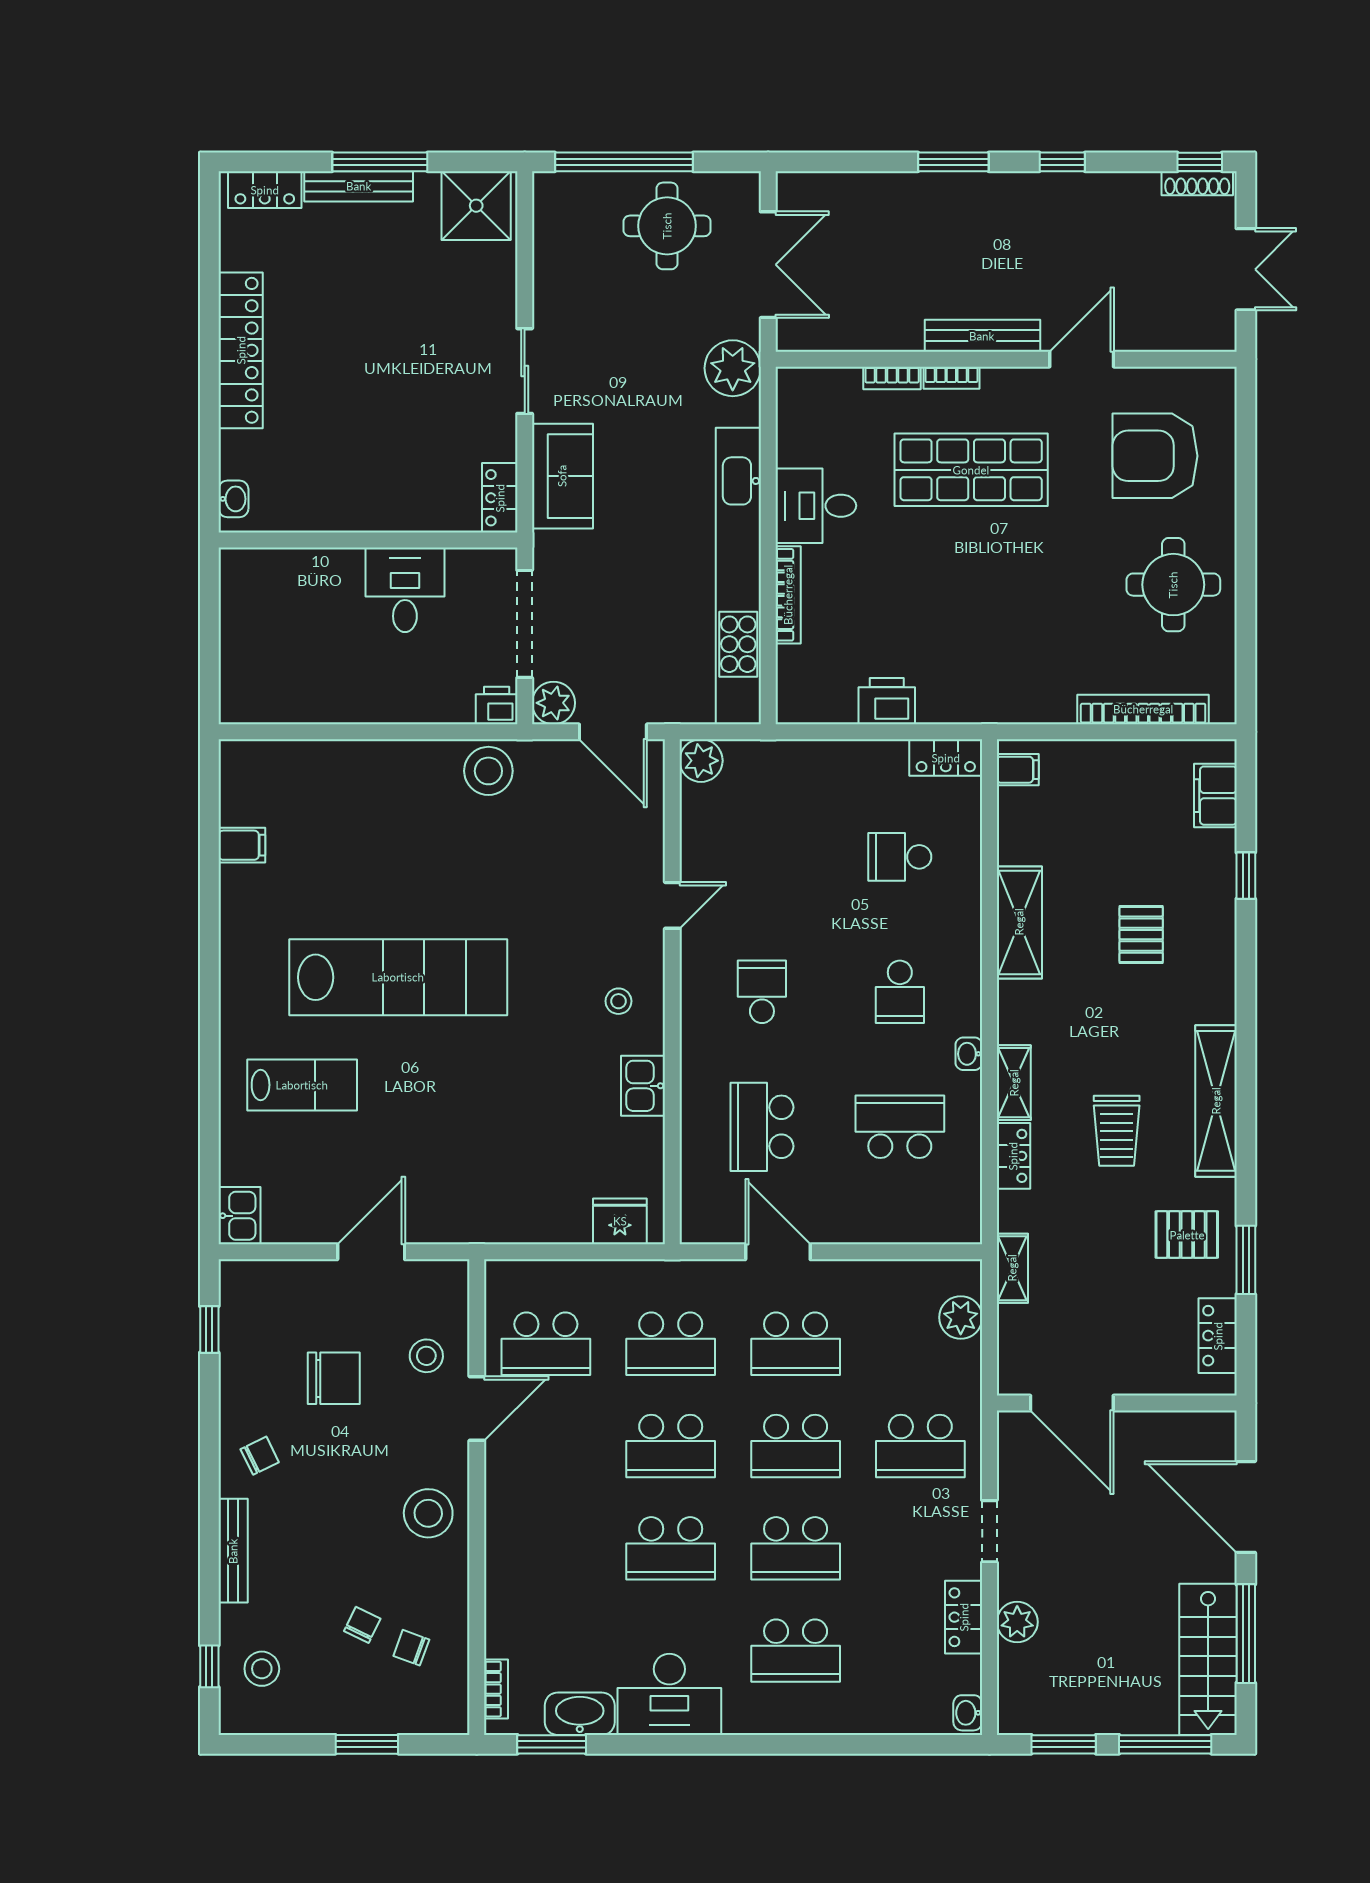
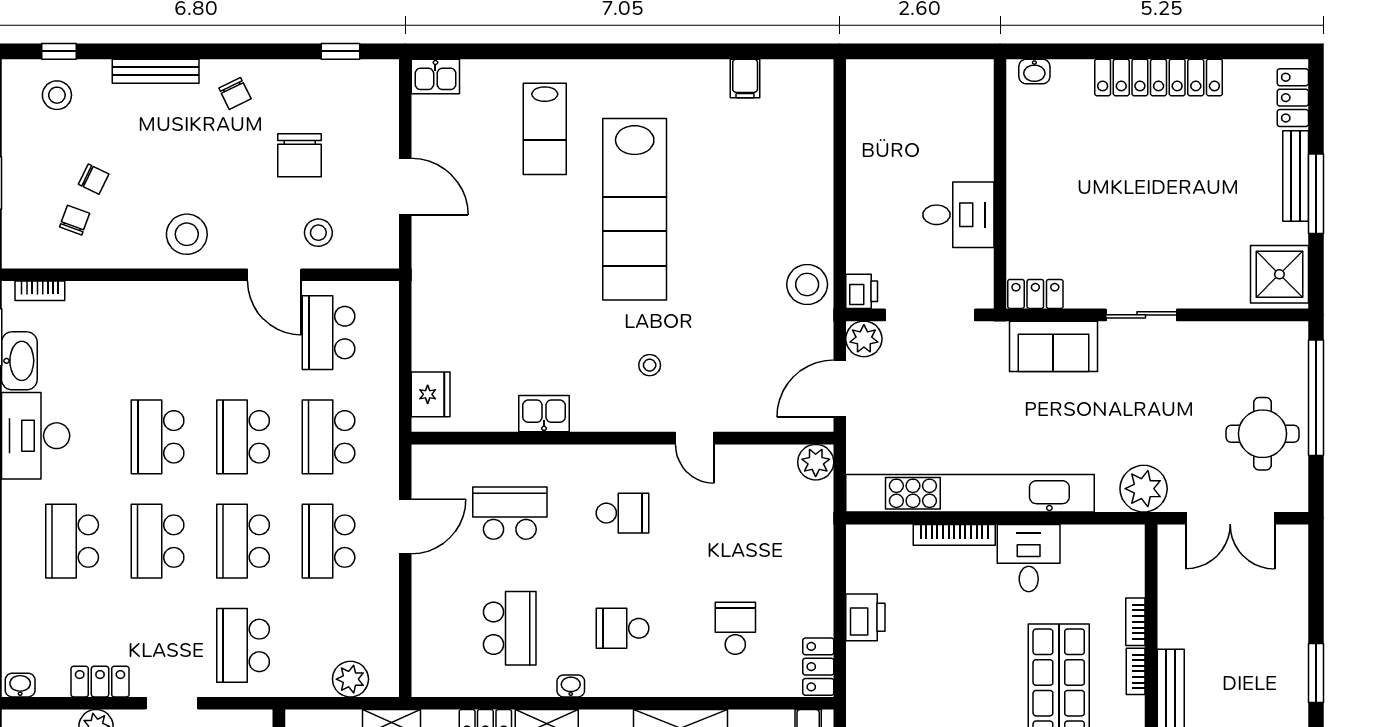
stool: (618, 1001) -> (650, 365), moved

